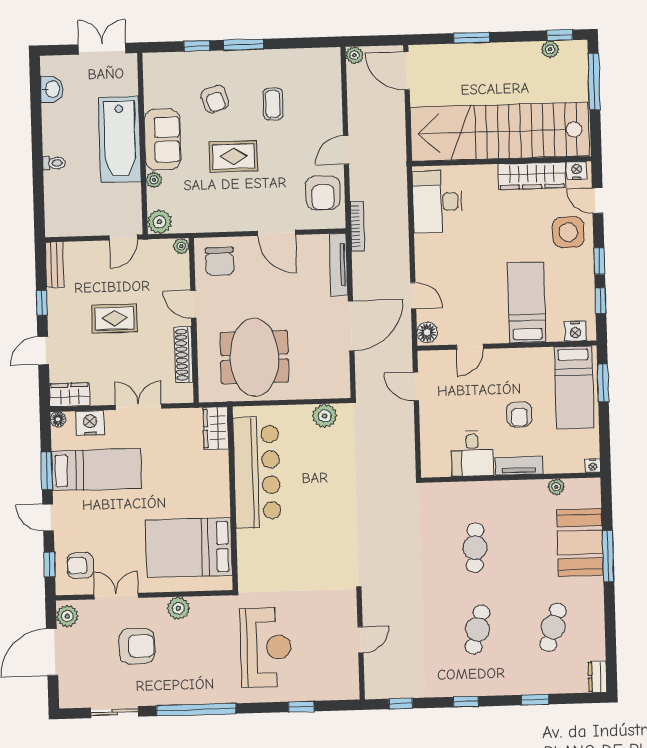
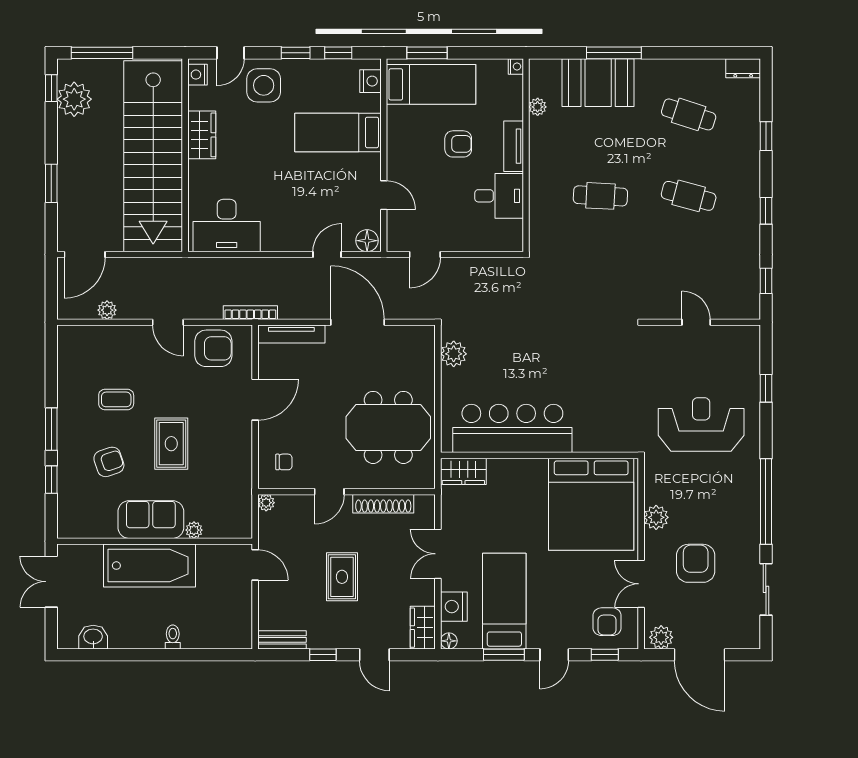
plant: (550, 49) -> (74, 99), width x1.88, depth x1.88
plant: (354, 55) -> (107, 310), moved
wardrobe: (532, 176) -> (202, 135), width x0.67
plant: (159, 222) -> (239, 525), removed
chair: (220, 261) -> (284, 462), width x0.54, depth x0.54
bed: (189, 548) -> (591, 504), width x1.36

